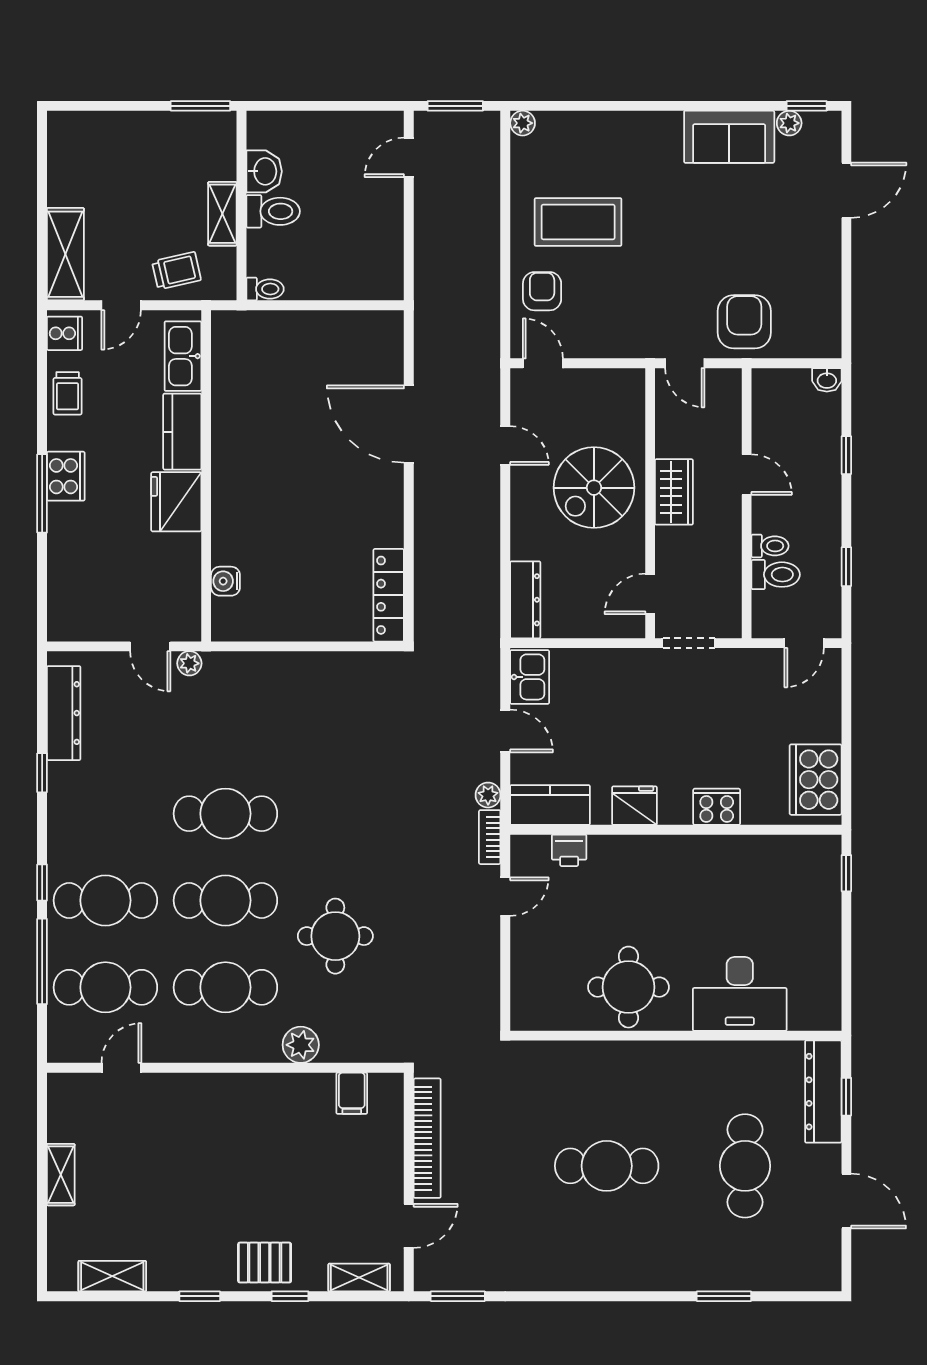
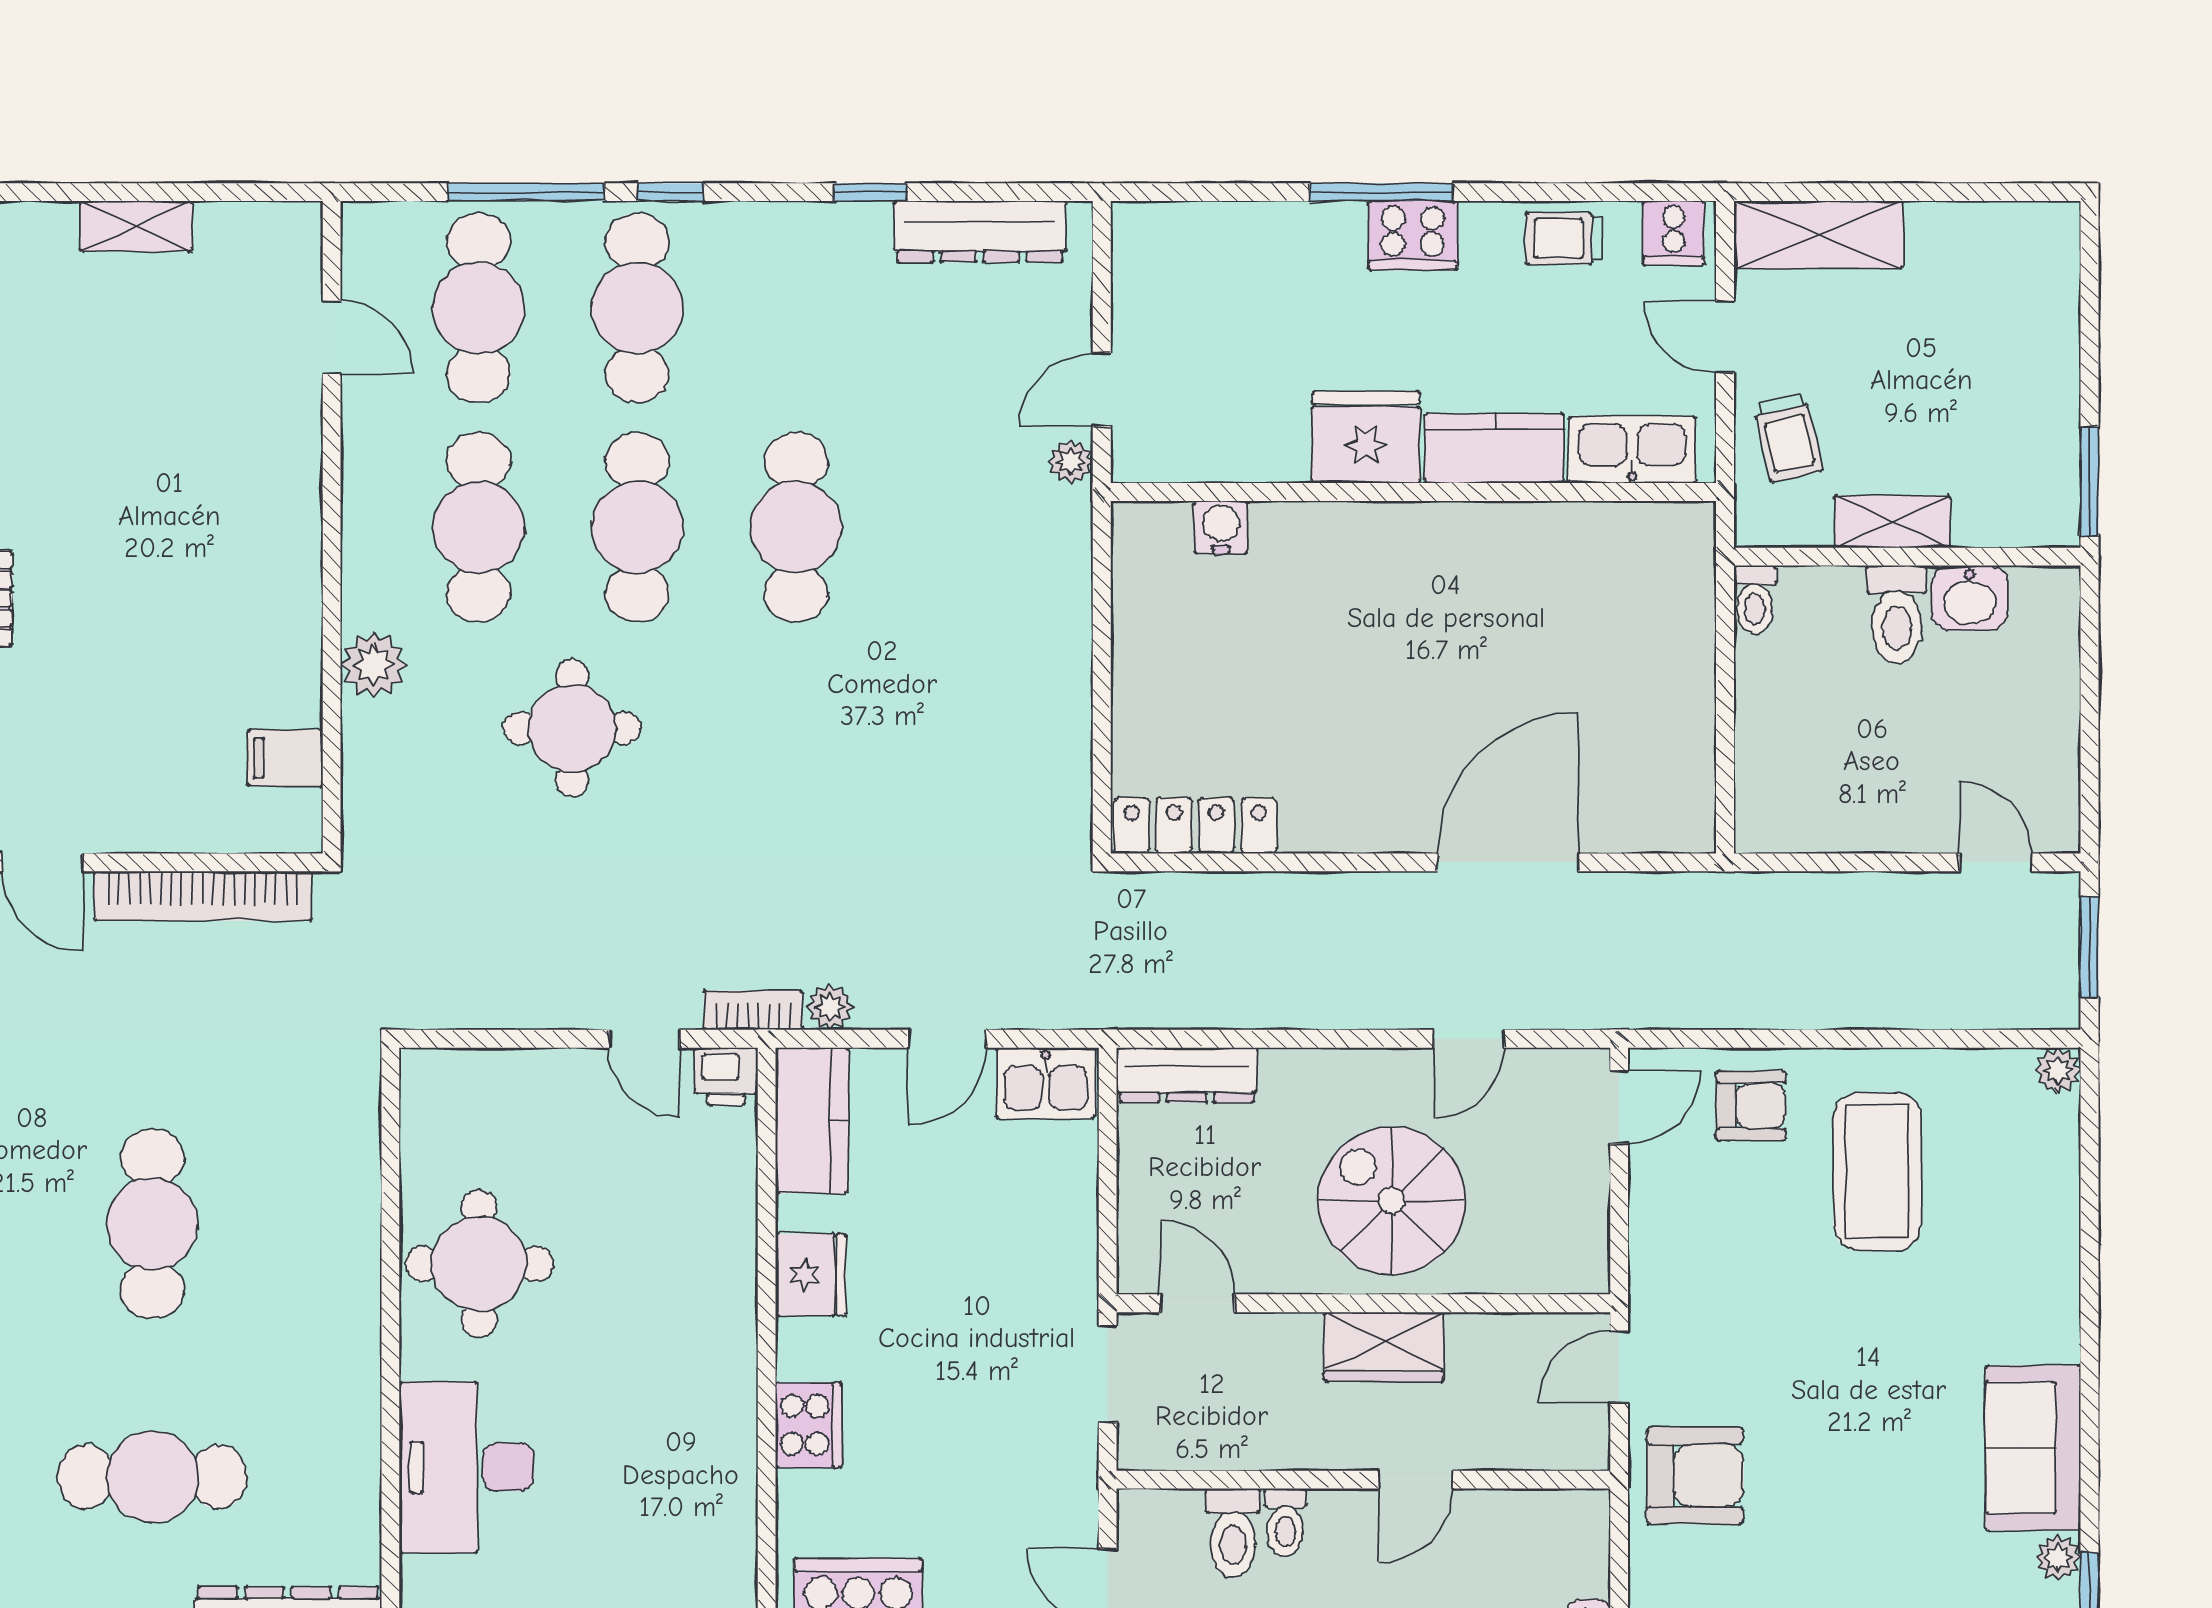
printer: (569, 850) -> (726, 1076), moved, turned -90

